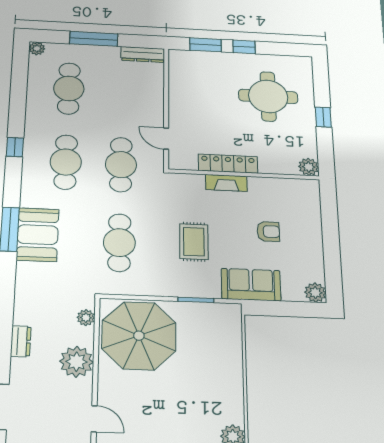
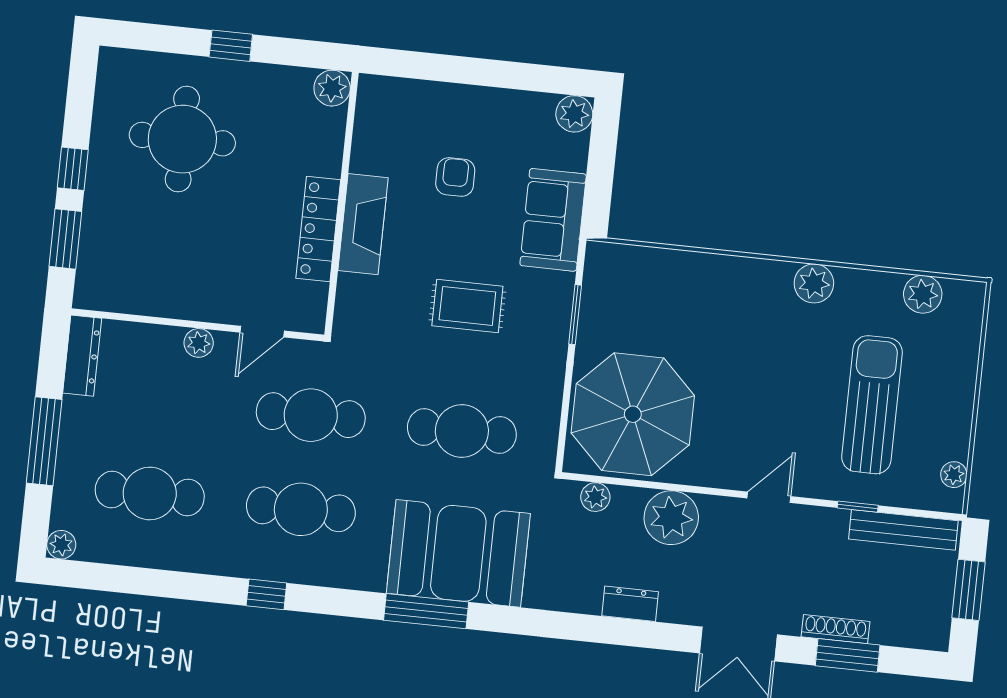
plant: (156, 108) -> (199, 343), added
fireplace: (226, 183) -> (363, 224), width x1.37, depth x1.32
booth: (38, 235) -> (458, 553), width x1.36, depth x1.42

